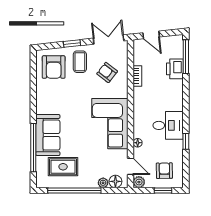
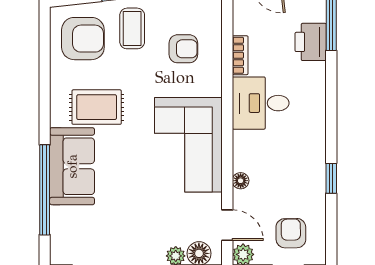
armchair: (54, 67) -> (83, 39), turned -90
armchair: (107, 72) -> (183, 49), turned 142
desk: (168, 125) -> (261, 103), moved, turned 180
rug: (63, 167) -> (97, 107), moved

